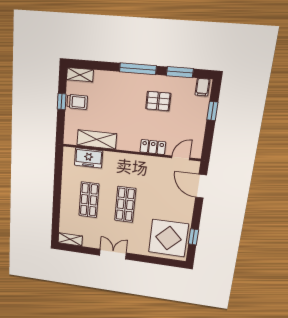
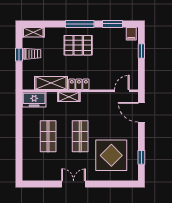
pallet: (158, 101) -> (78, 45), moved, width x1.50, depth x1.42
locker: (153, 147) -> (79, 84), moved
freezer: (89, 158) -> (34, 99), moved
display table: (168, 238) -> (111, 155), moved
shelving: (70, 239) -> (69, 97), moved

